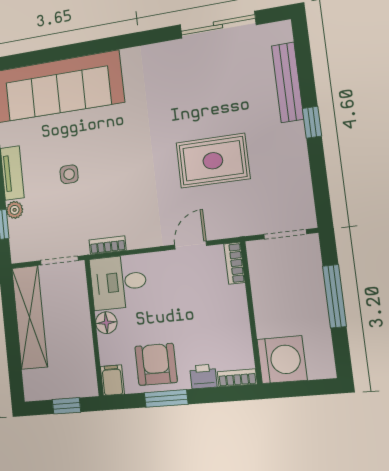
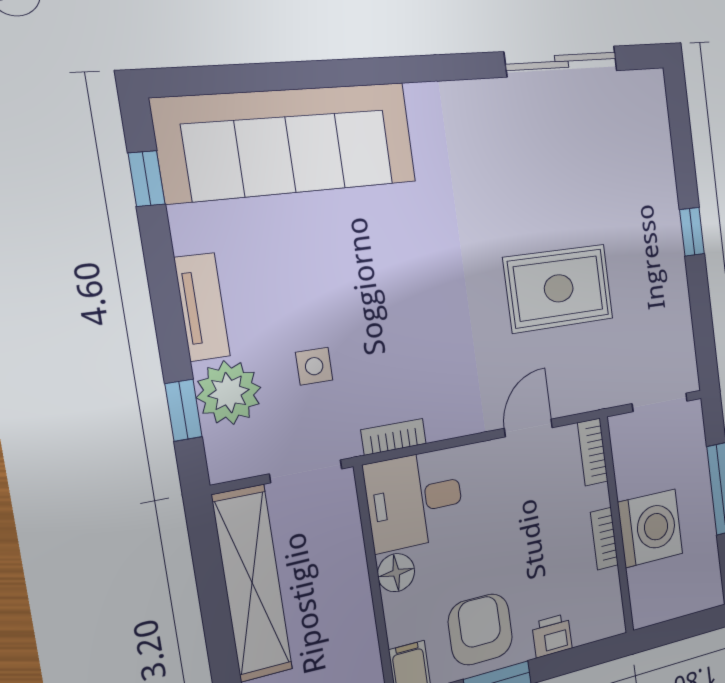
bench: (288, 82) -> (660, 168), removed
side table: (69, 174) -> (314, 366), moved
plant: (15, 210) -> (229, 393), width x1.88, depth x1.88
washing machine: (282, 360) -> (650, 528), moved
bookcase: (237, 378) -> (604, 539), moved, turned -90

